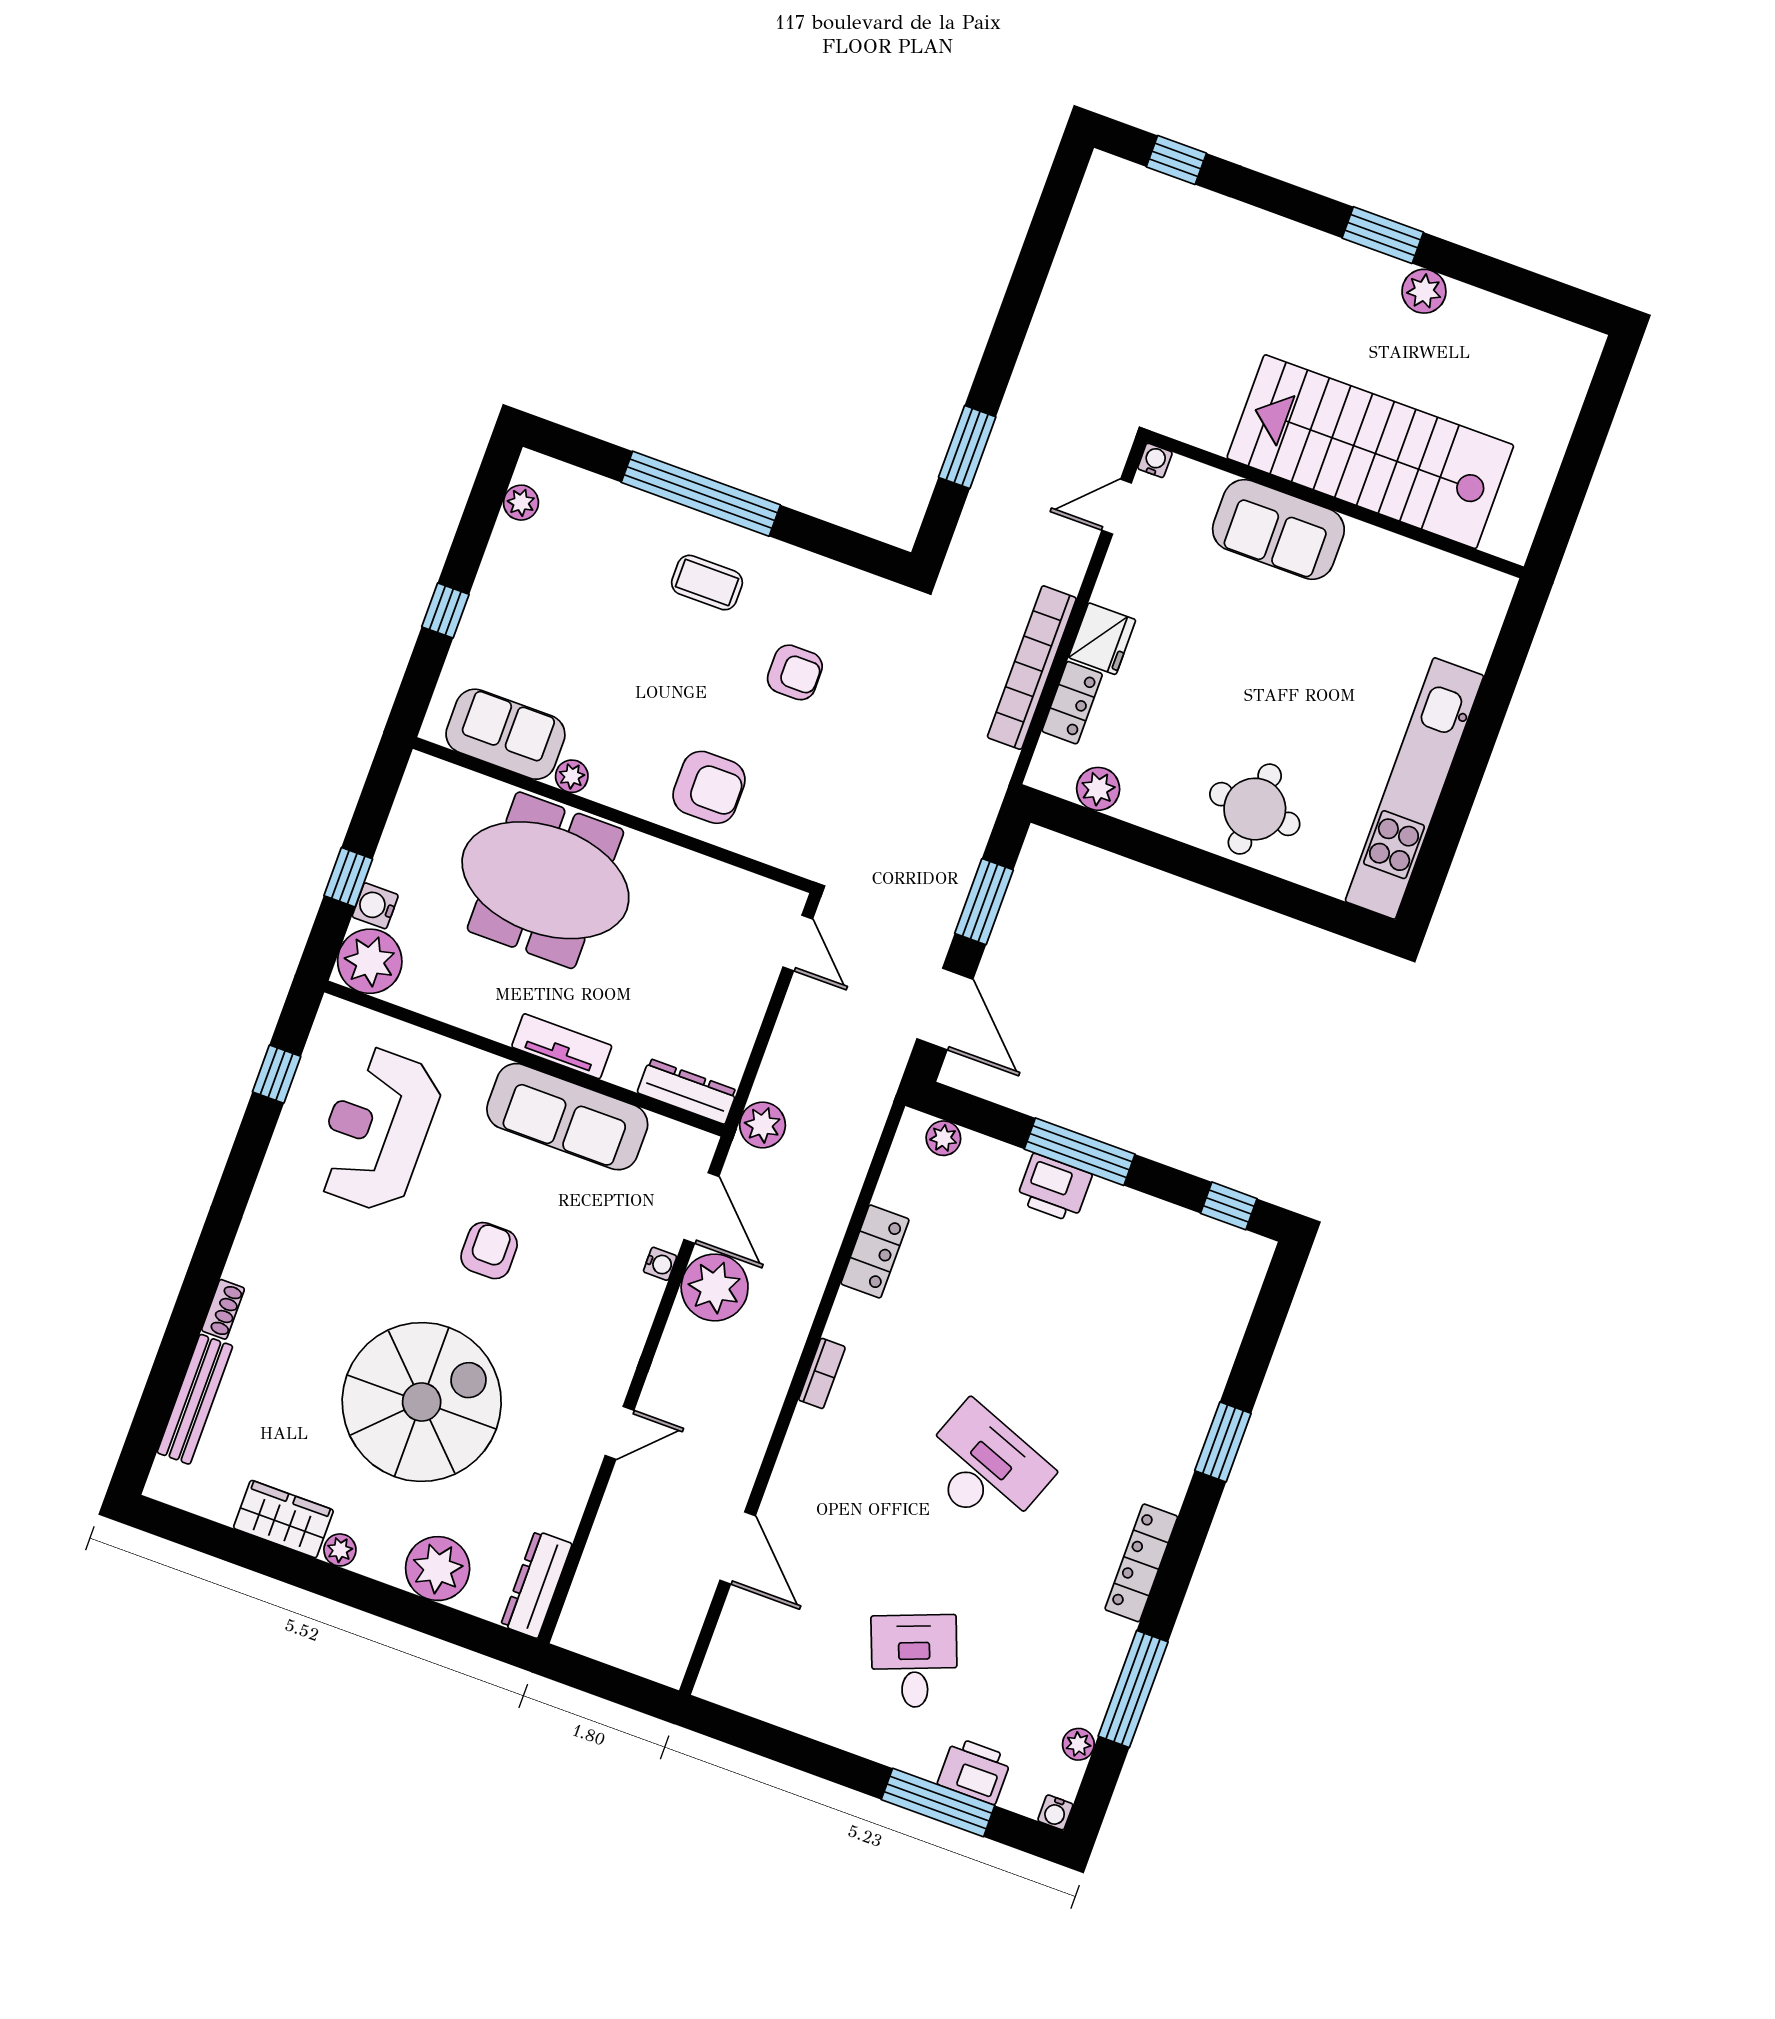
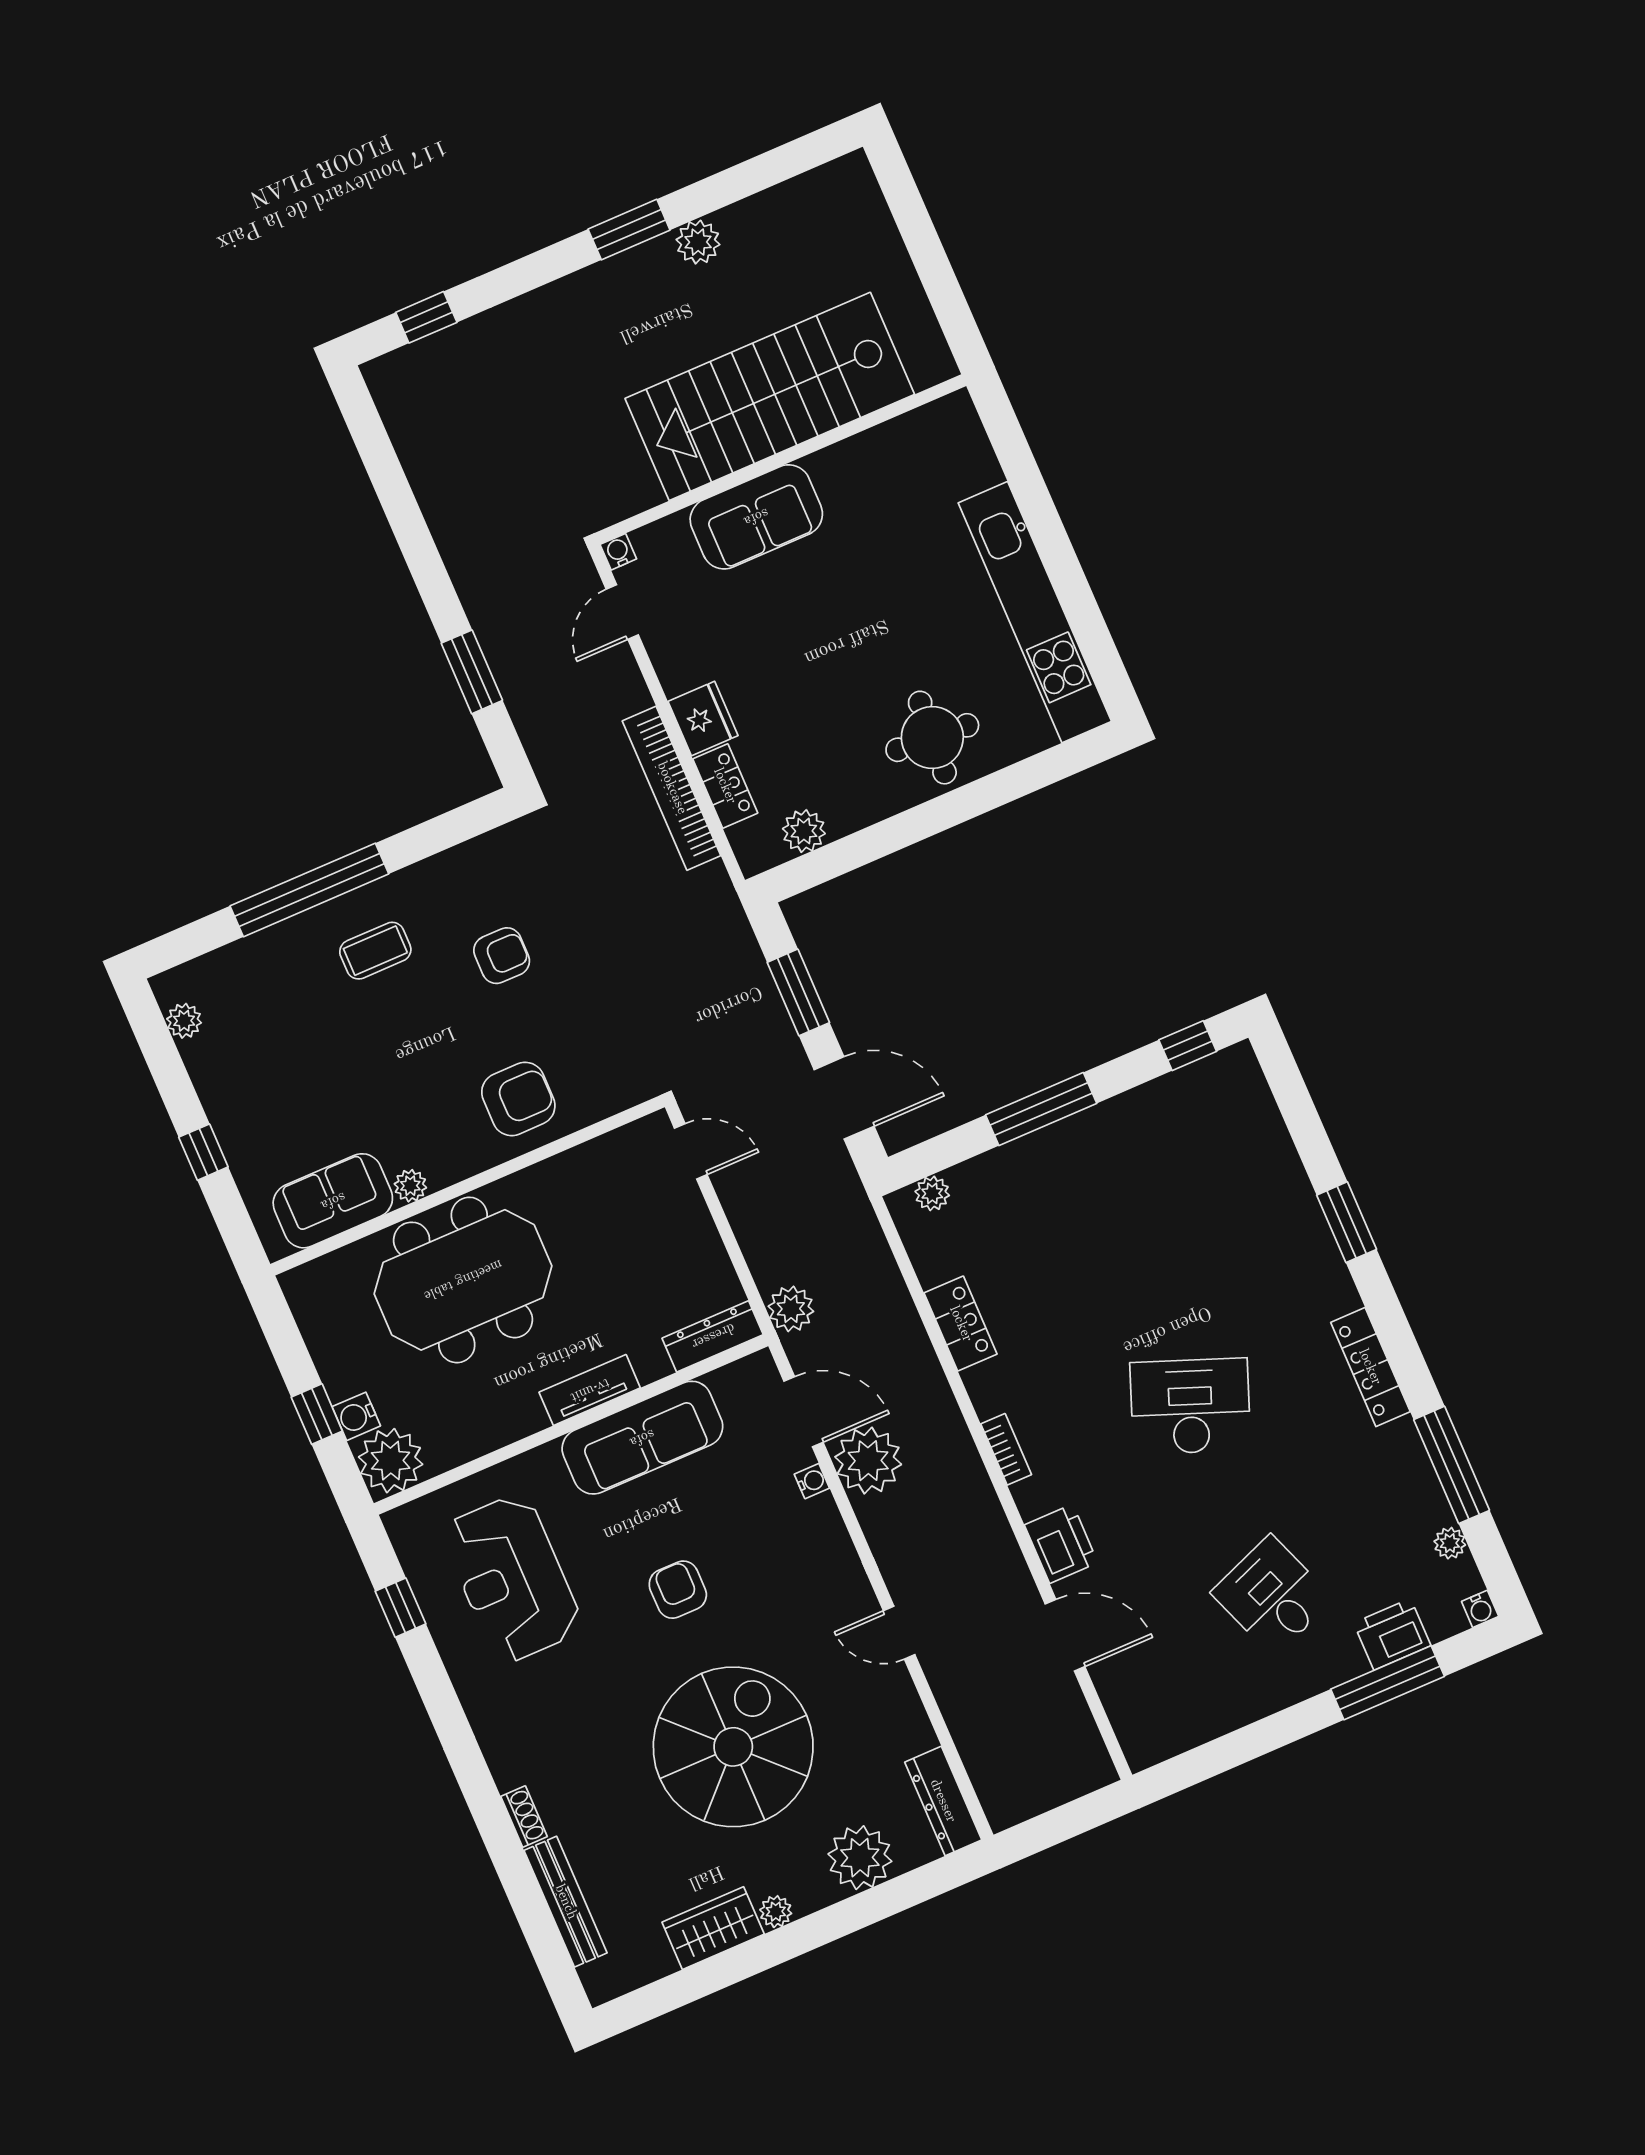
printer: (1054, 1188) -> (1061, 1544), moved, turned -90
door: (619, 1433) -> (899, 1633), swing flipped

